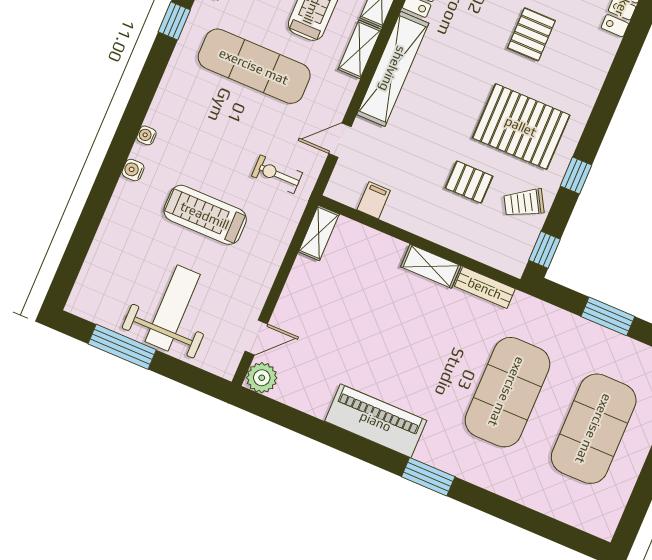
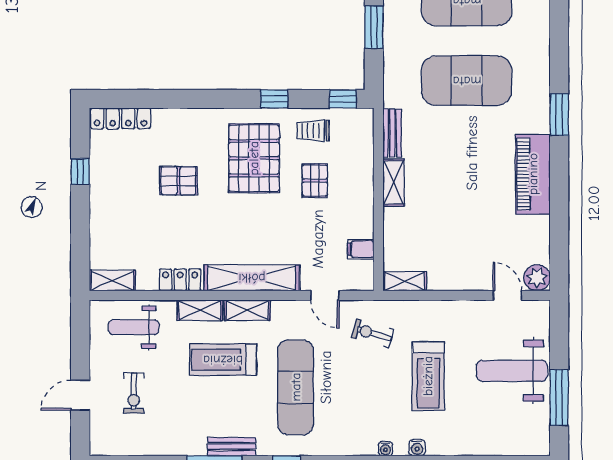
exercise bike: (277, 174) -> (373, 333), turned 106
trolley: (524, 203) -> (313, 131), turned 120

